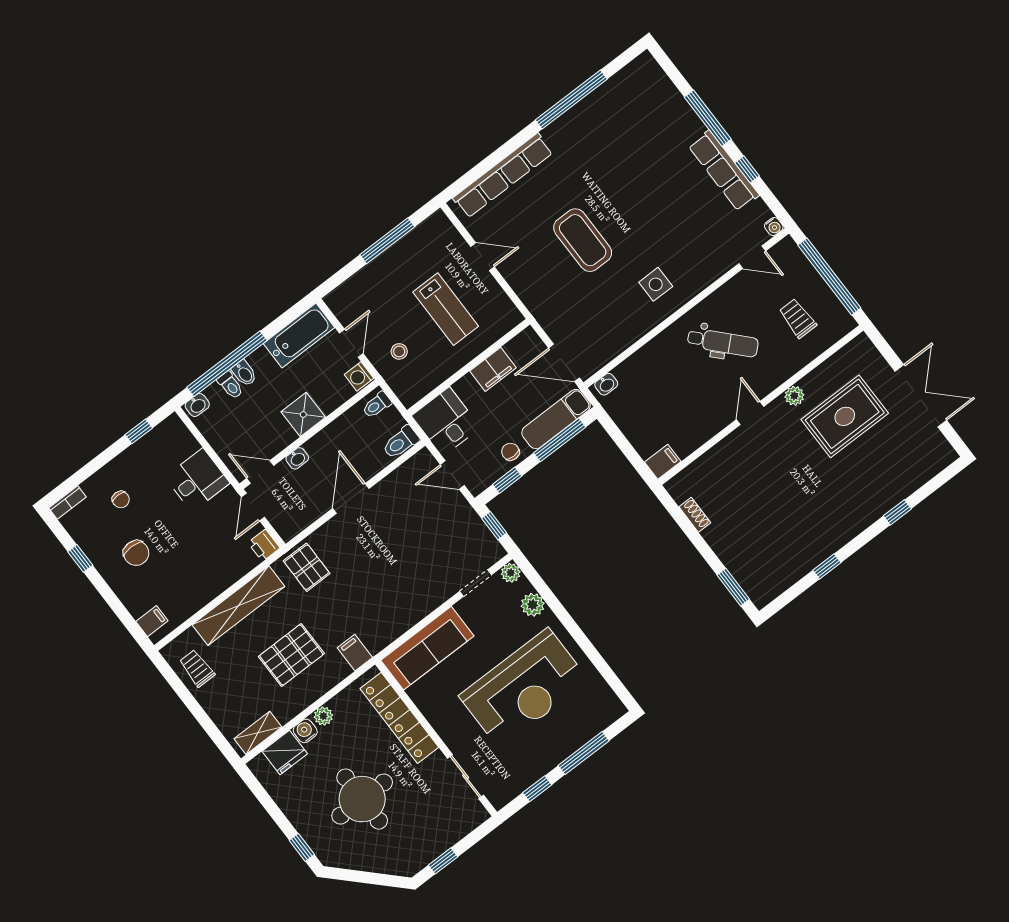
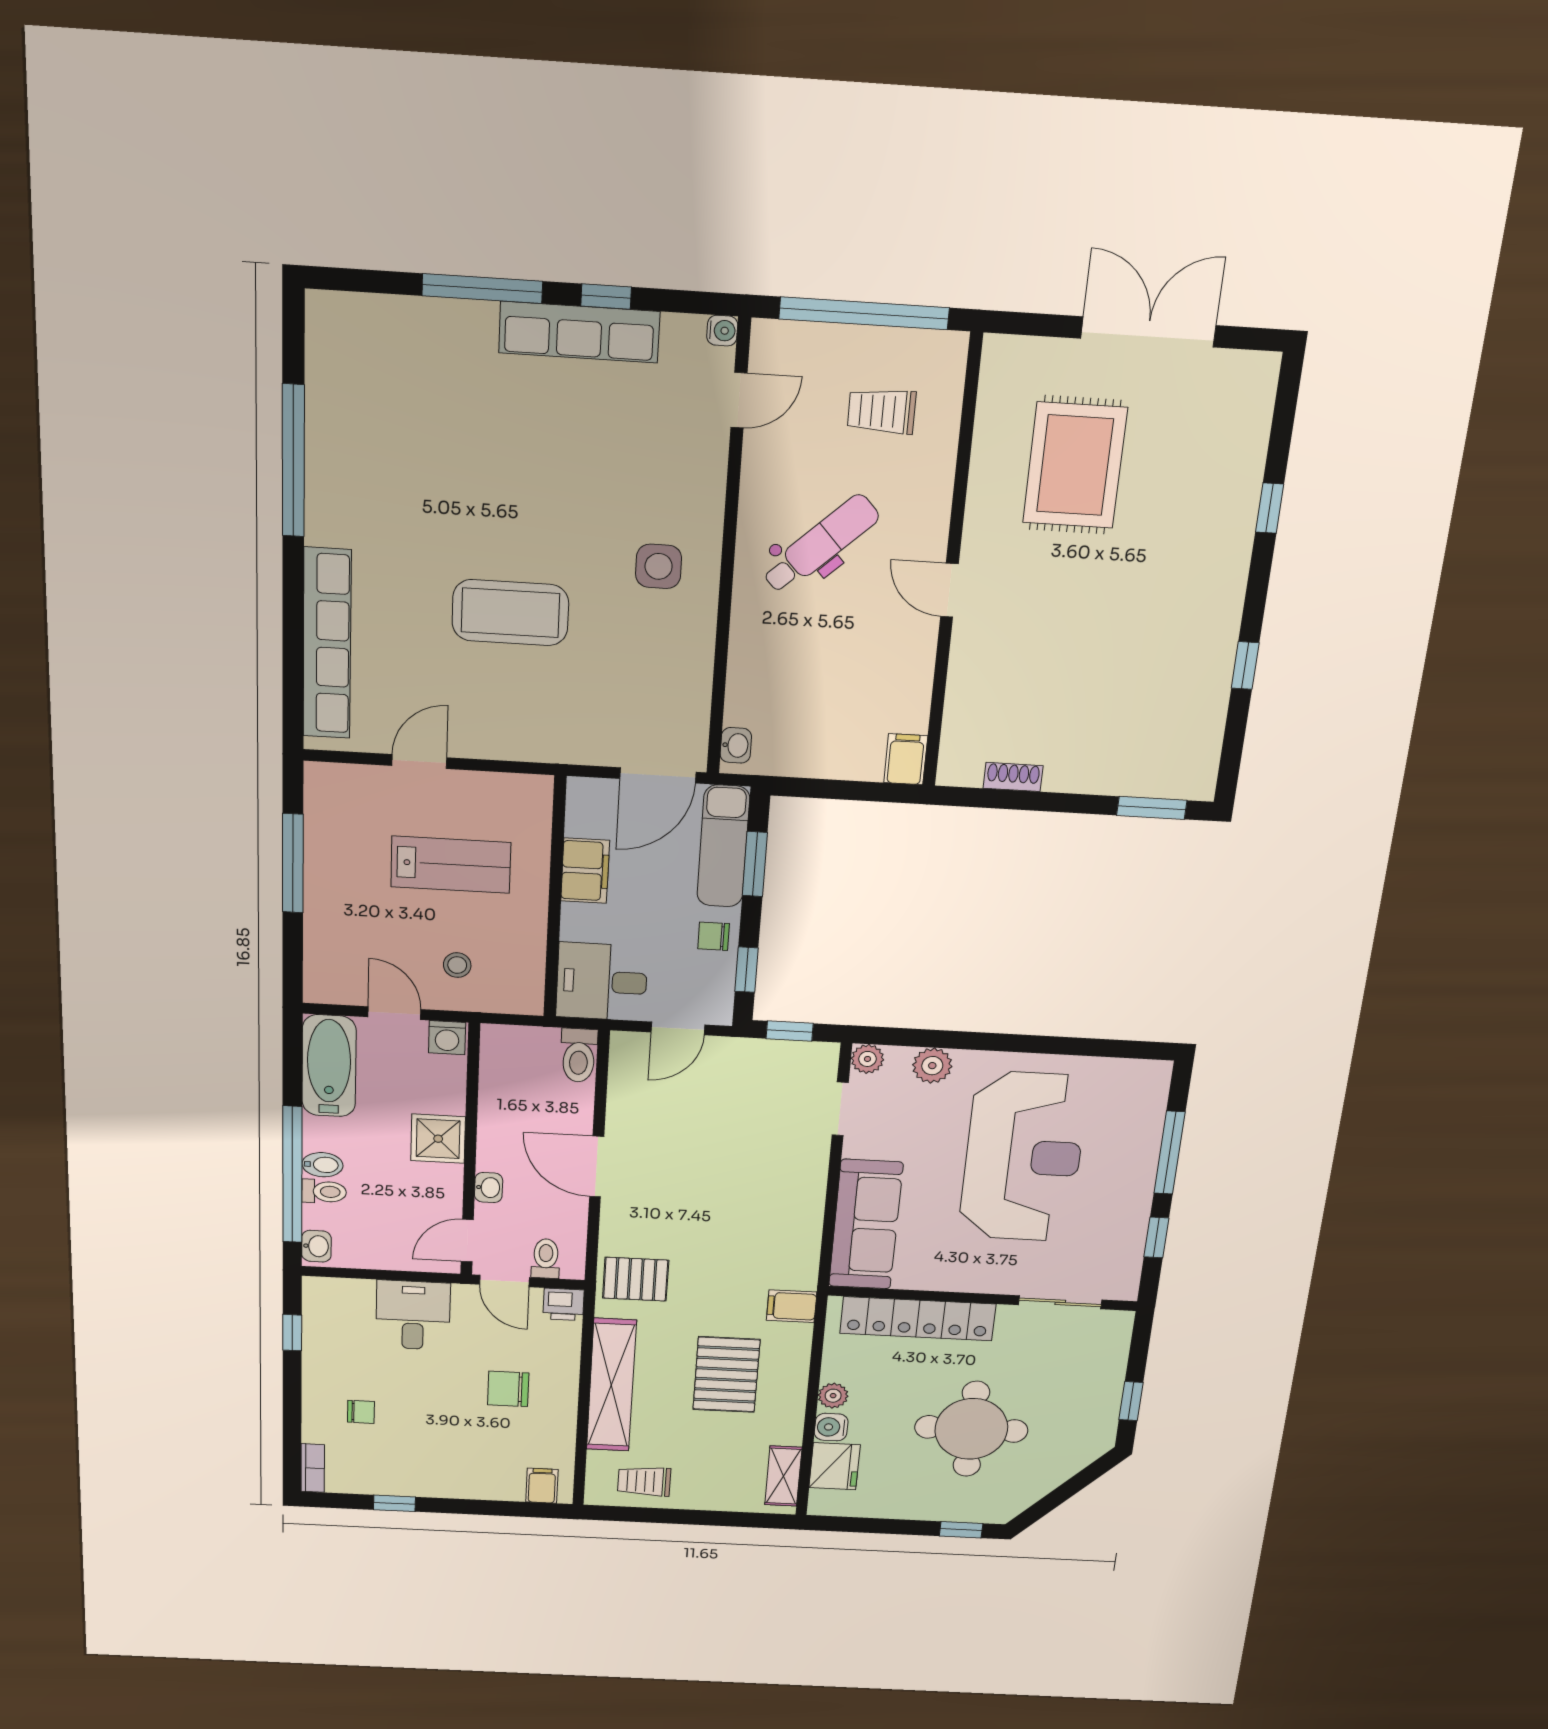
plant: (794, 396) -> (983, 510), removed
toilet: (377, 405) -> (546, 1259), moved, turned 180
window: (560, 440) -> (755, 864), width x0.69
chair: (136, 553) -> (508, 1389), moved, turned 180

